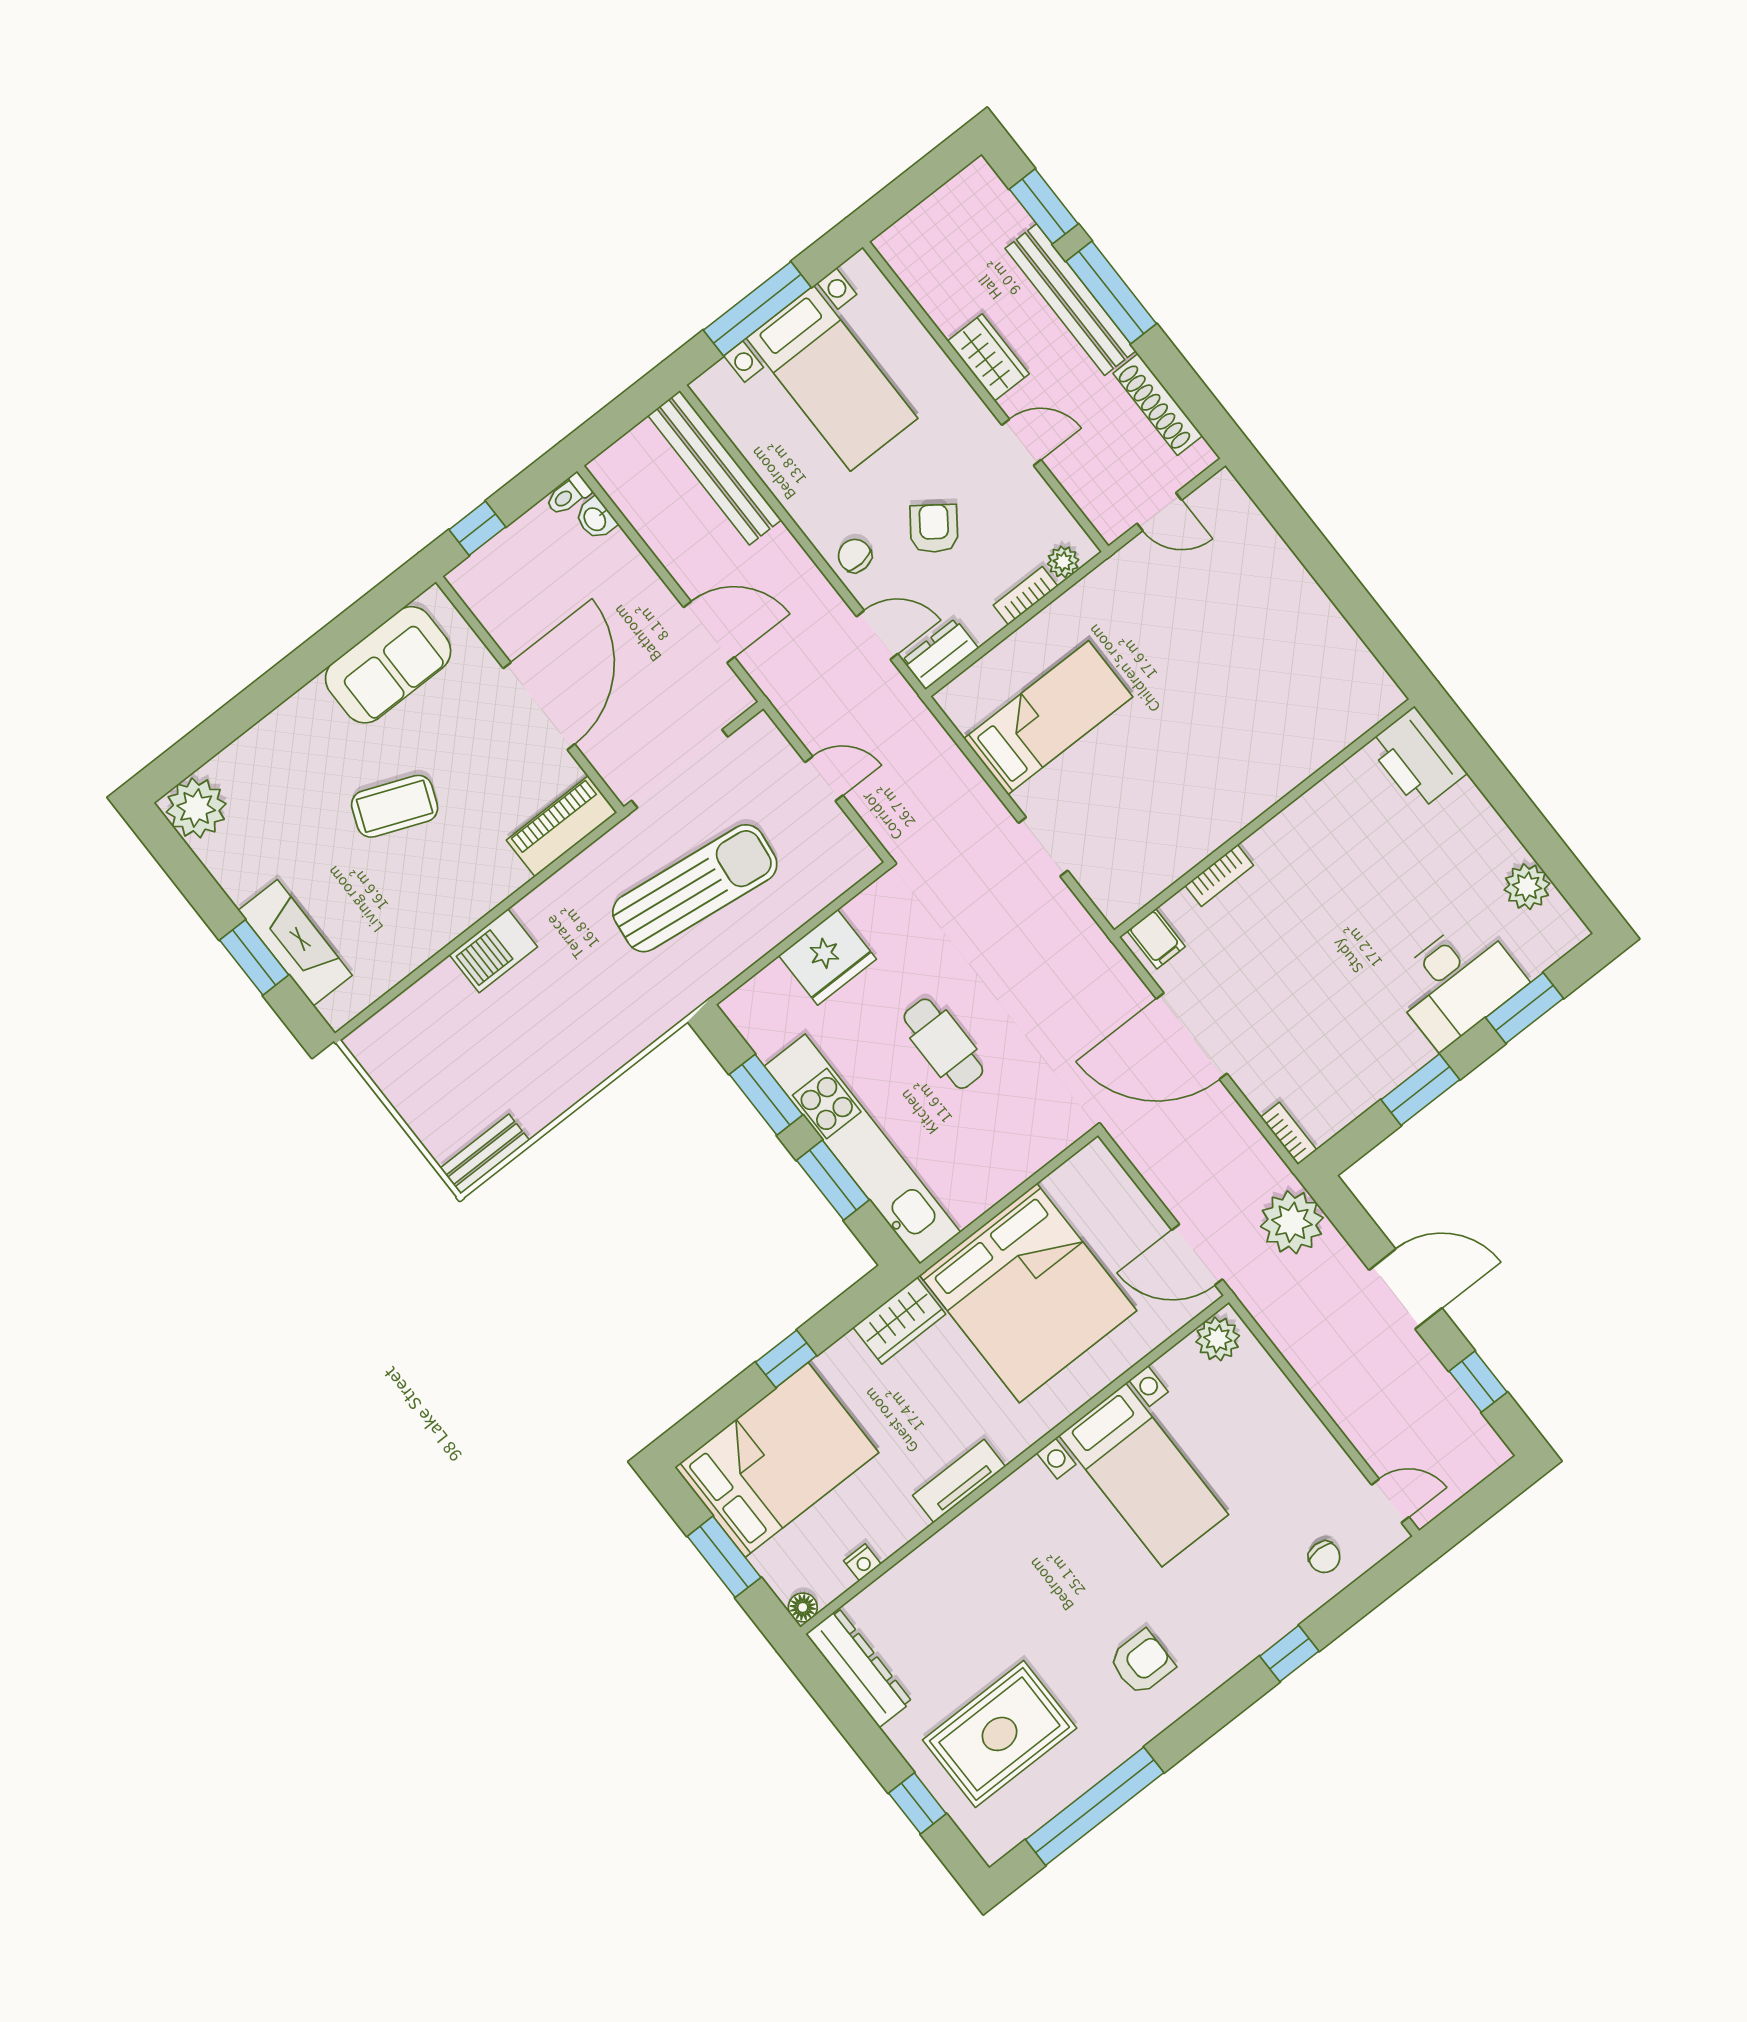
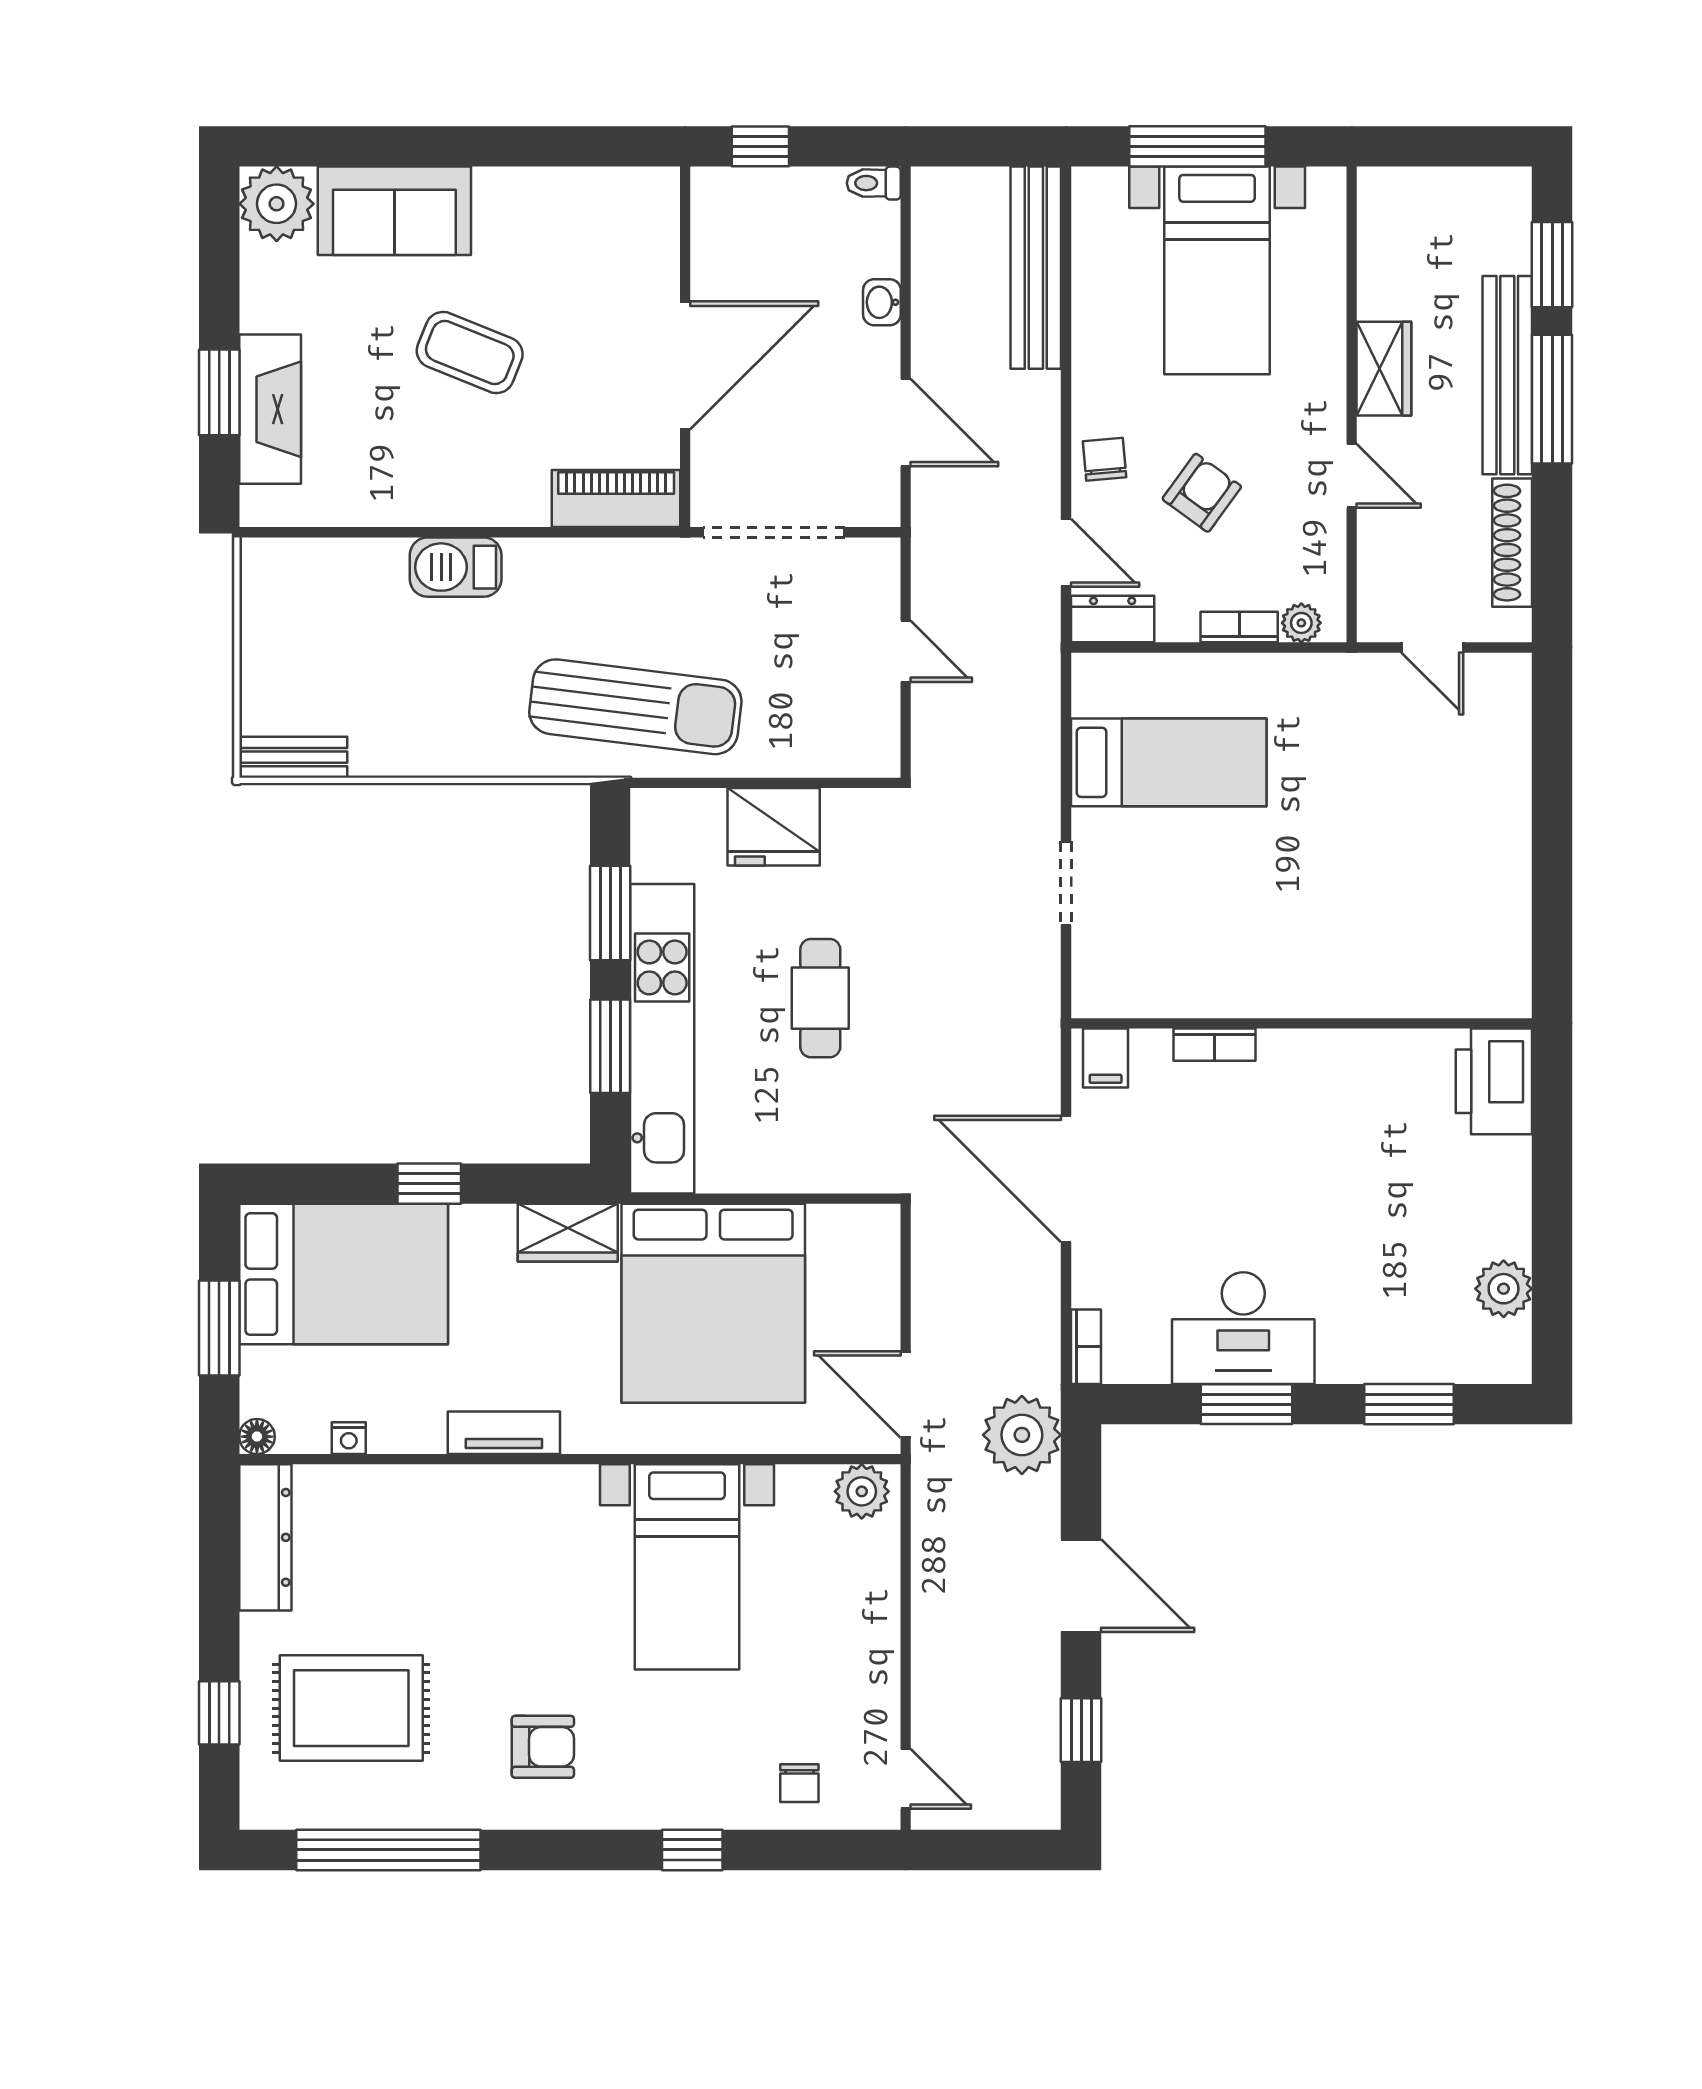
washbasin: (595, 519) -> (882, 302), moved
sofa: (388, 665) -> (394, 211), moved
sun lounger: (695, 888) -> (635, 707), moved
desk: (1457, 982) -> (1243, 1328), moved

